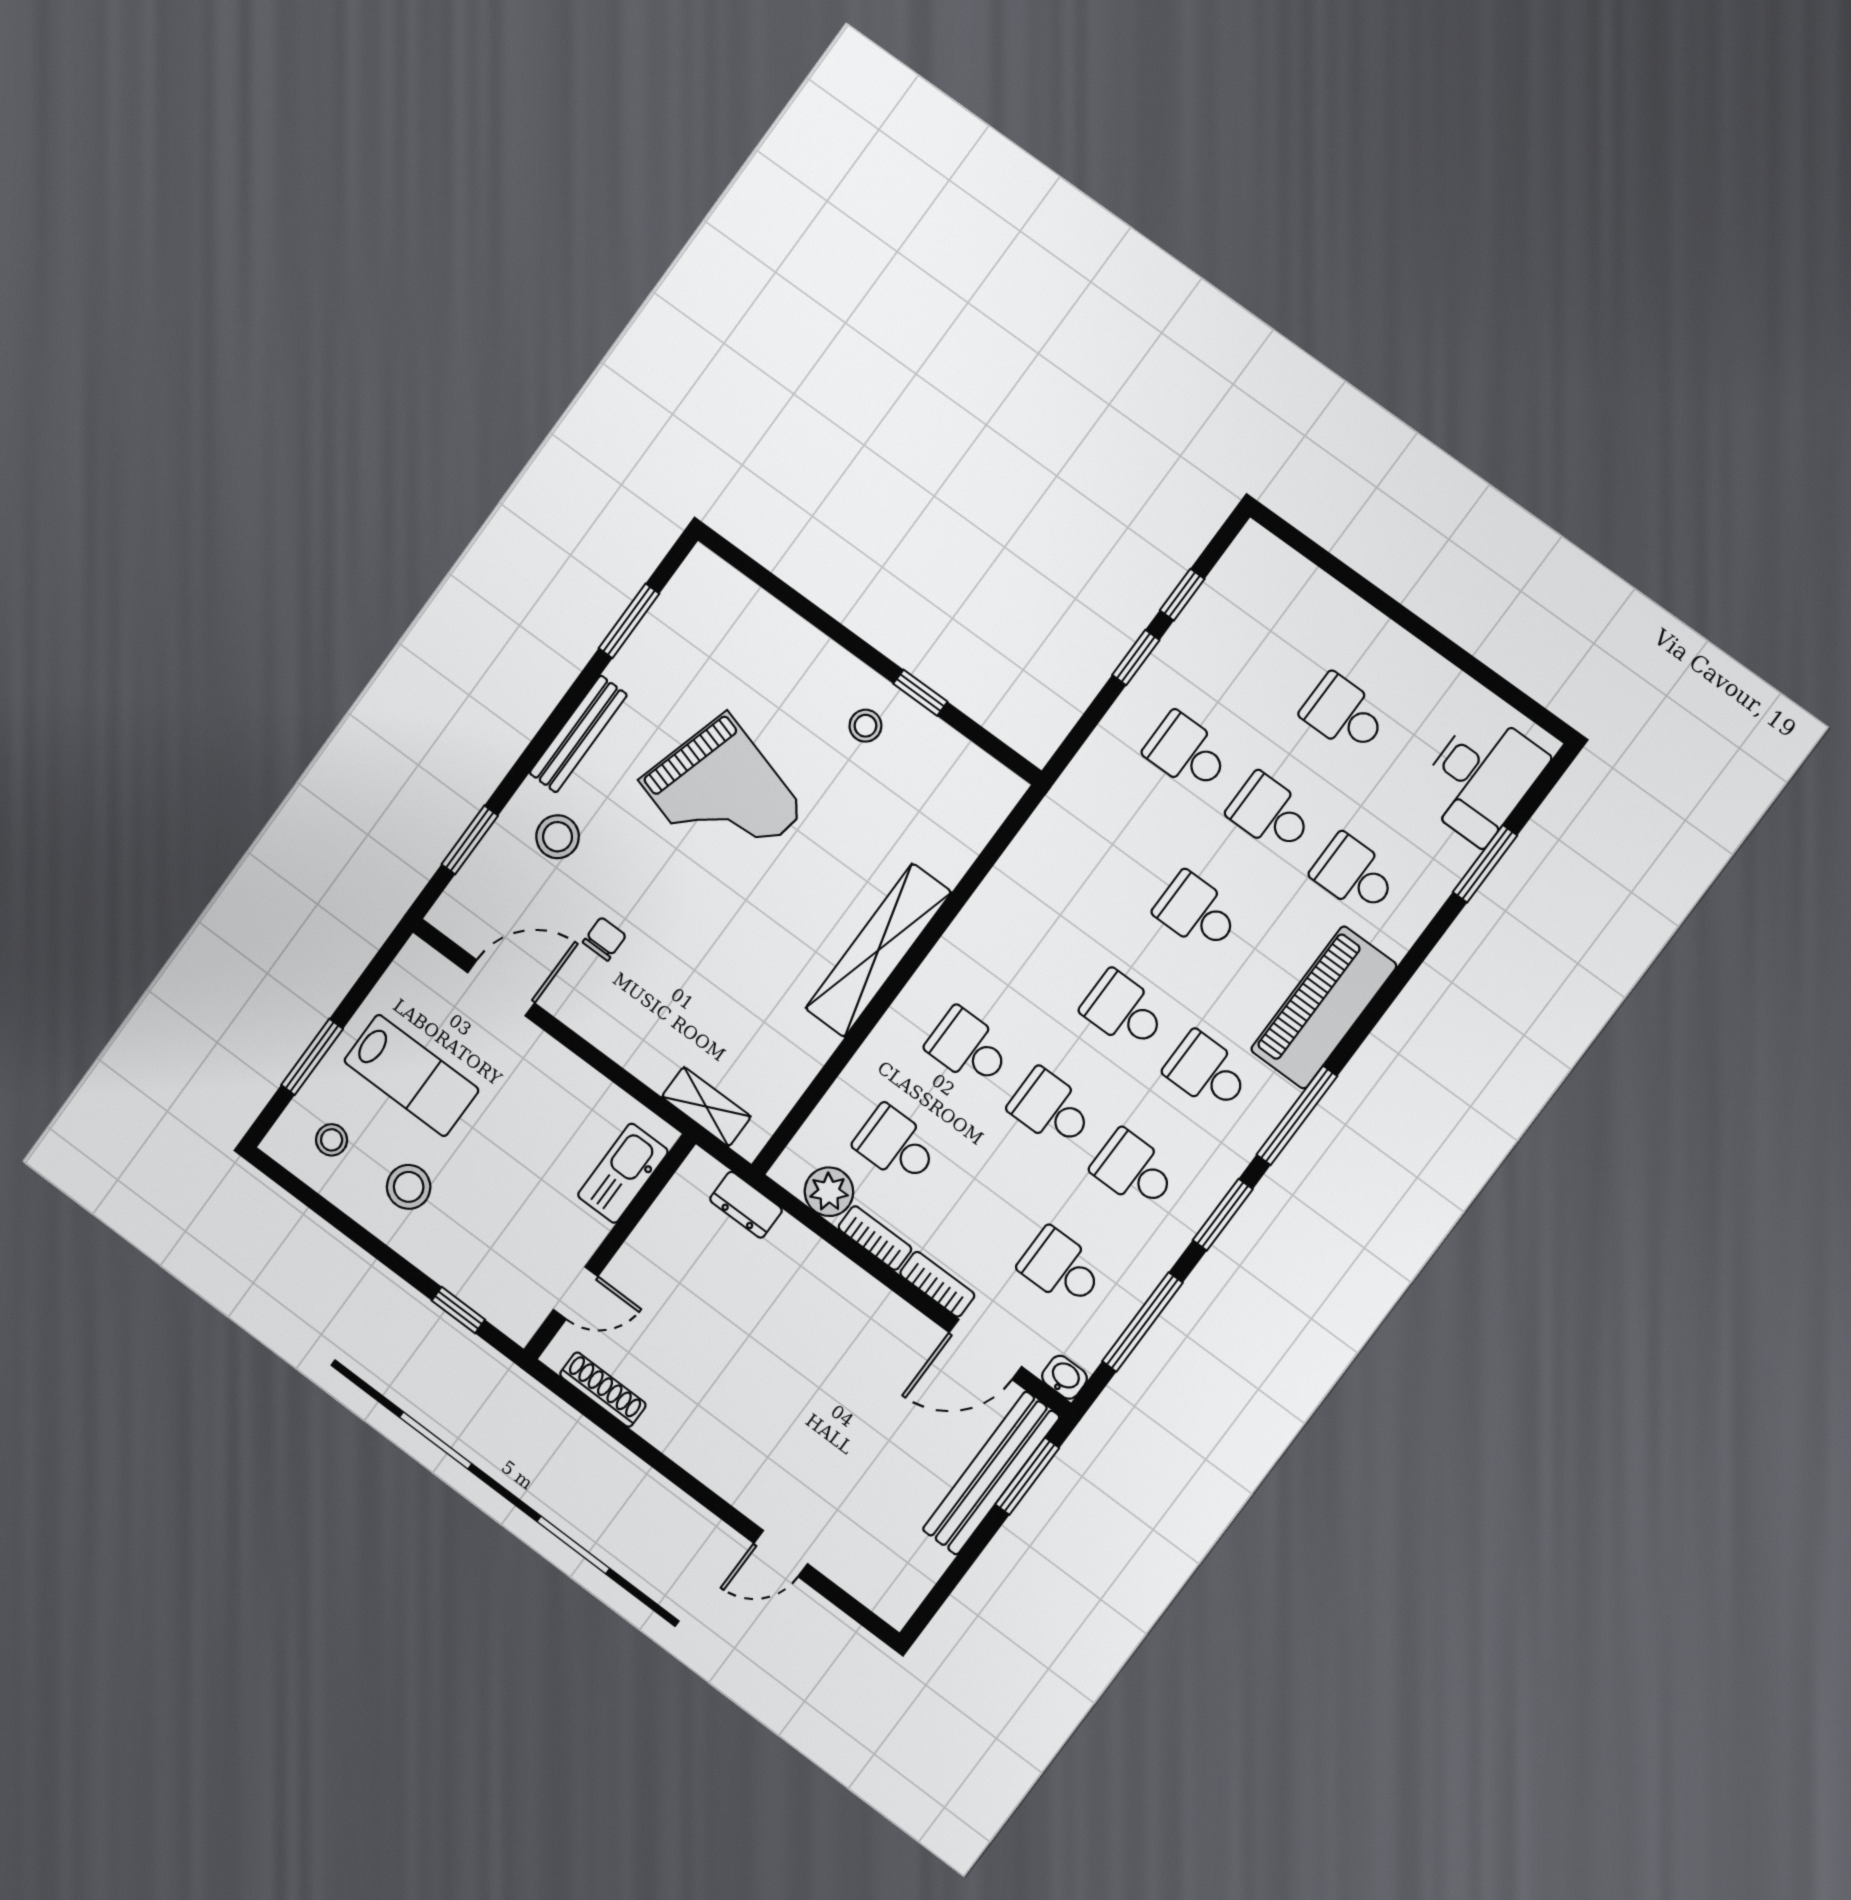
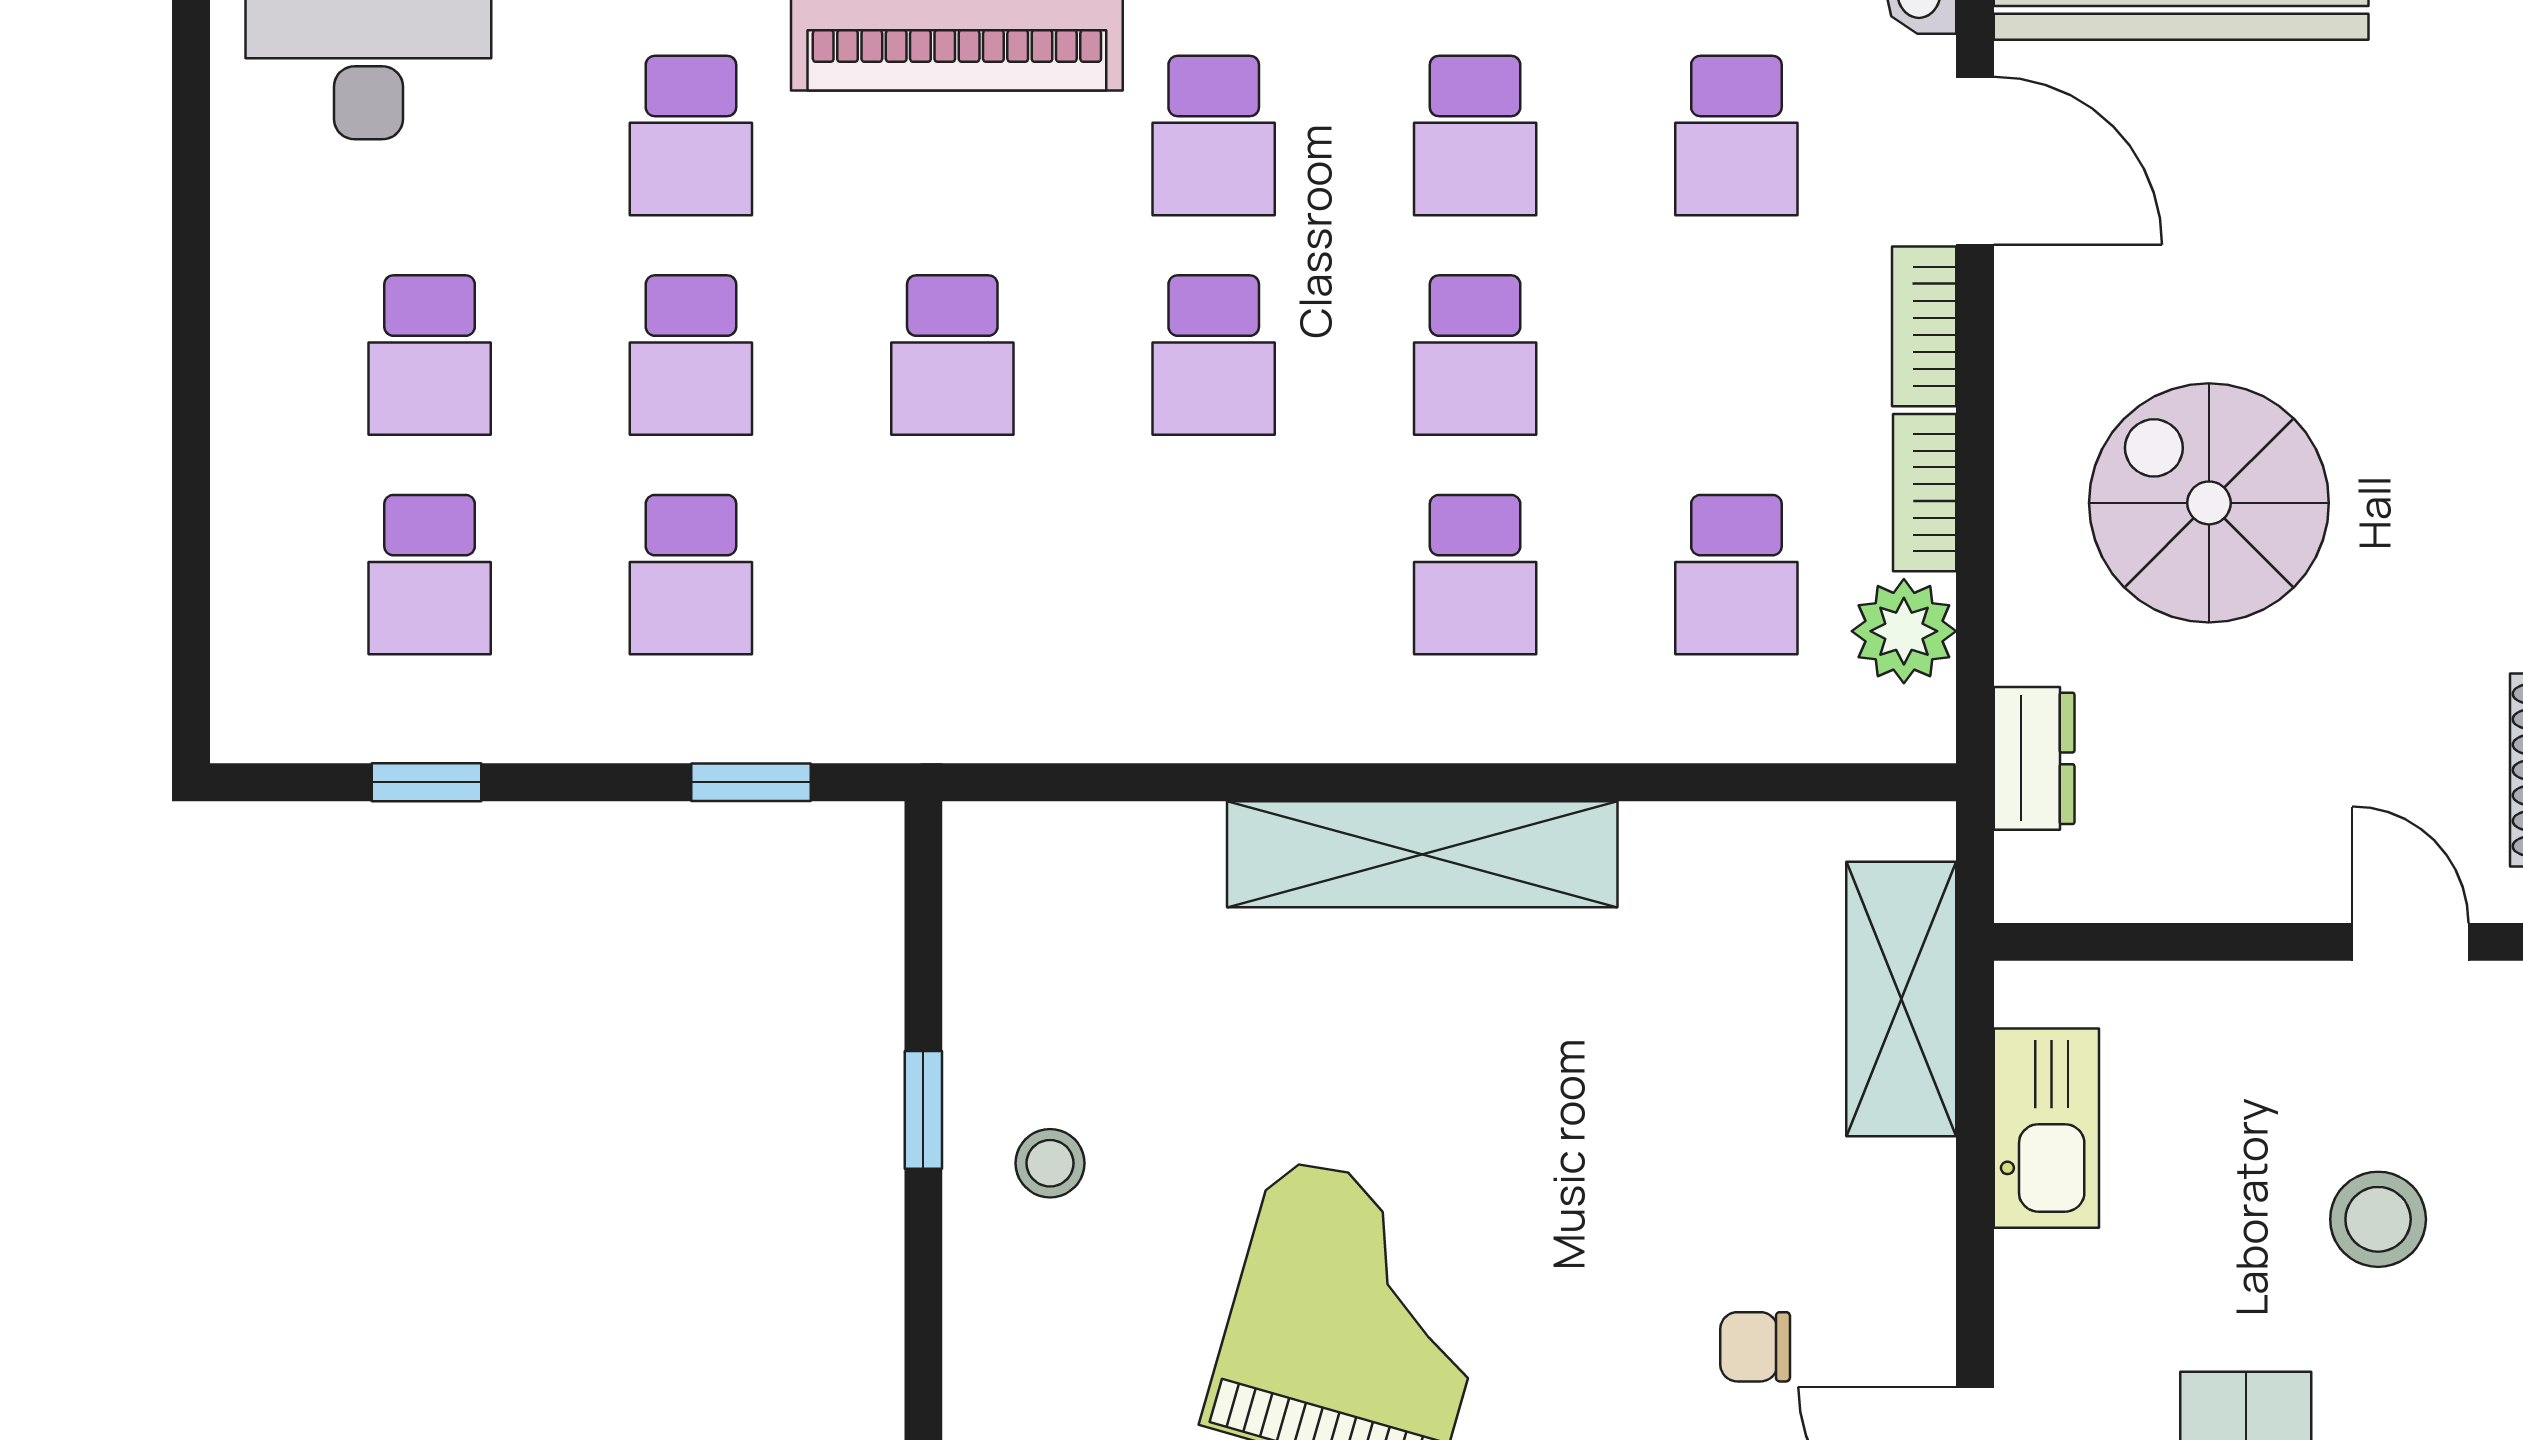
school desk: (1260, 653) -> (430, 575), added
window: (1136, 658) -> (751, 782), moved
shelving: (706, 1107) -> (1901, 999), width x1.50, depth x1.33
kitchen sink: (623, 1173) -> (2046, 1128), moved, turned -90
stool: (409, 1187) -> (2378, 1219), moved
spiral stairs: (793, 1341) -> (2209, 503), added

